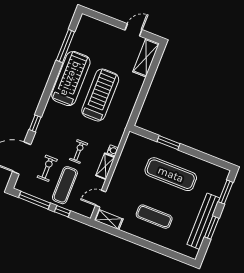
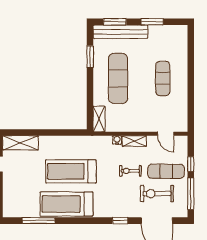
window: (168, 143) -> (90, 57), moved
exercise bike: (47, 168) -> (157, 194), width x1.38, depth x1.39
shelving: (109, 220) -> (99, 119), moved
bench: (203, 221) -> (120, 32), moved

